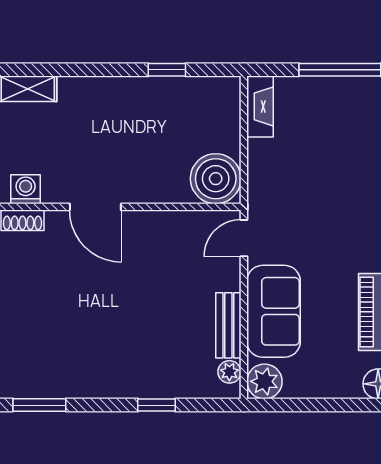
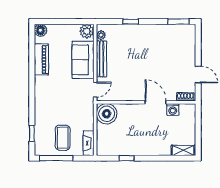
coffee table: (324, 120) -> (63, 138), added
washing machine: (26, 189) -> (173, 109), moved
bench: (228, 325) -> (101, 59), width x1.36

